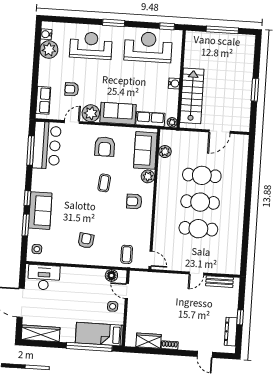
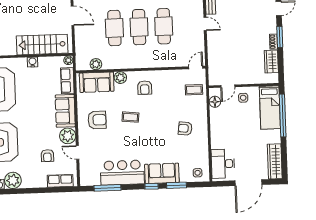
bar counter: (47, 145) -> (122, 173), moved
window: (174, 352) -> (280, 37), added

